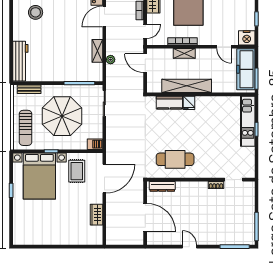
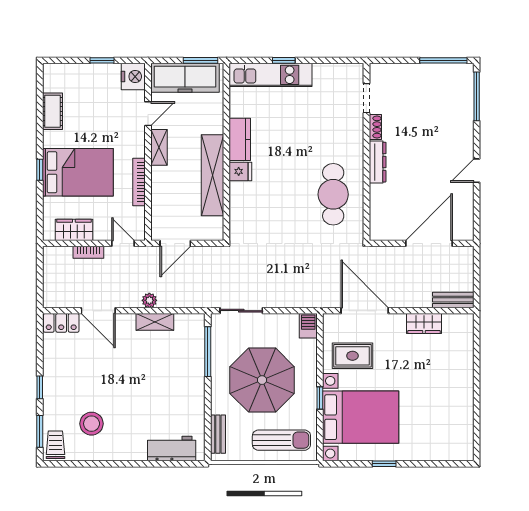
shelving: (184, 53) -> (159, 147), moved
plant: (111, 60) -> (149, 300), moved
workbench: (20, 61) -> (172, 449), width x0.73
kitchen counter: (169, 103) -> (240, 139), moved
dresser: (162, 186) -> (378, 162), moved
bench: (111, 232) -> (453, 300), added

